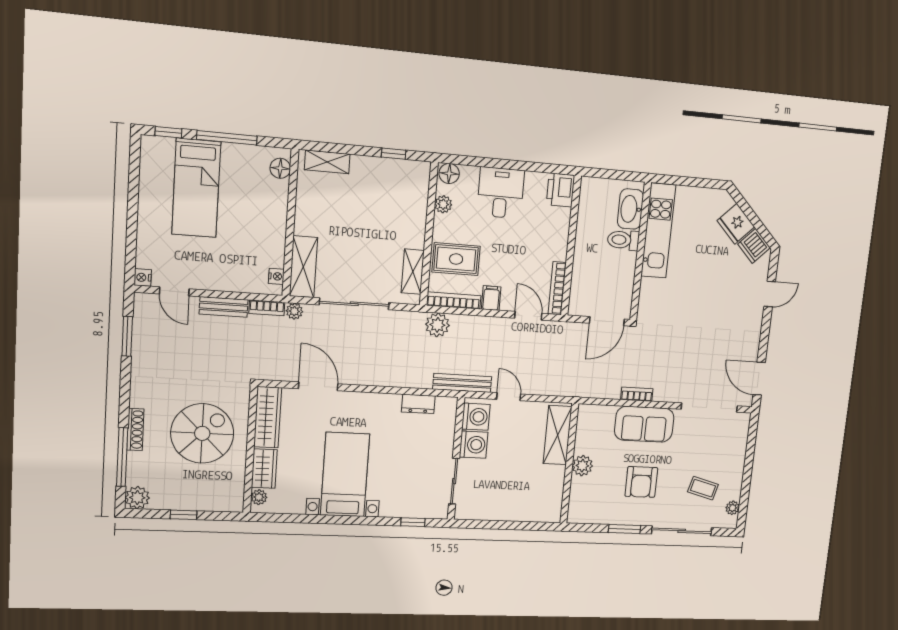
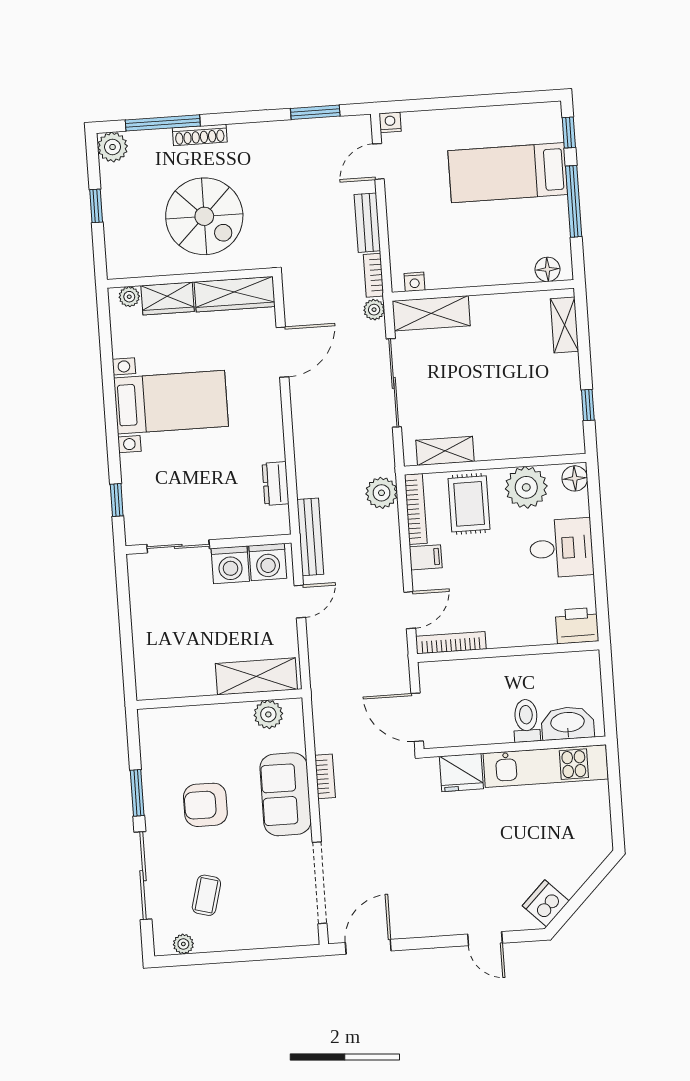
plant: (443, 204) -> (526, 487), width x1.87, depth x1.87
fridge: (736, 224) -> (461, 773), moved, turned -135
plant: (582, 466) -> (268, 714), moved

